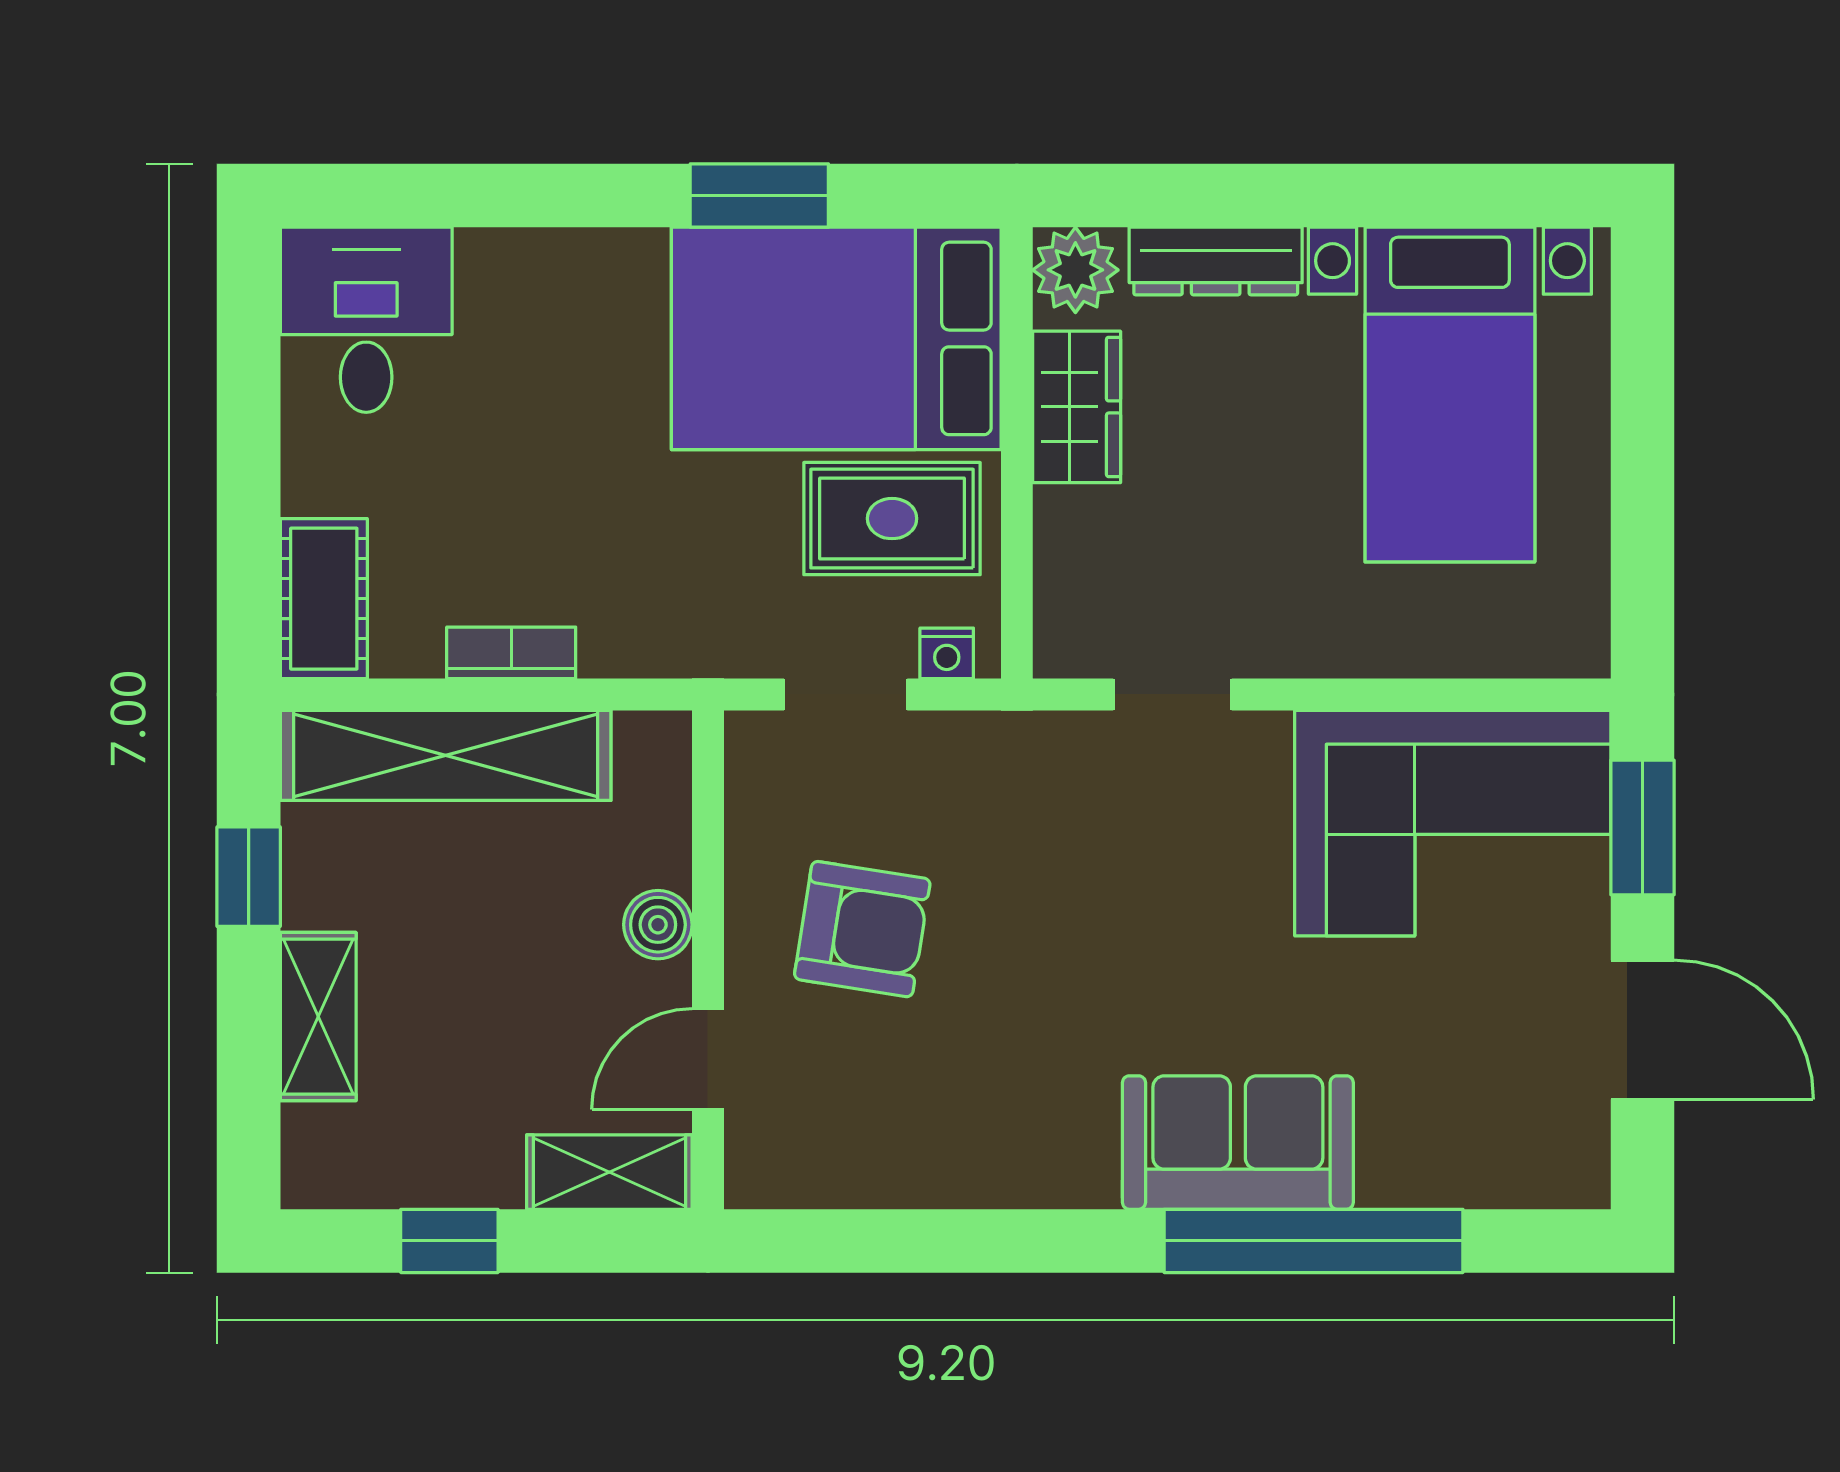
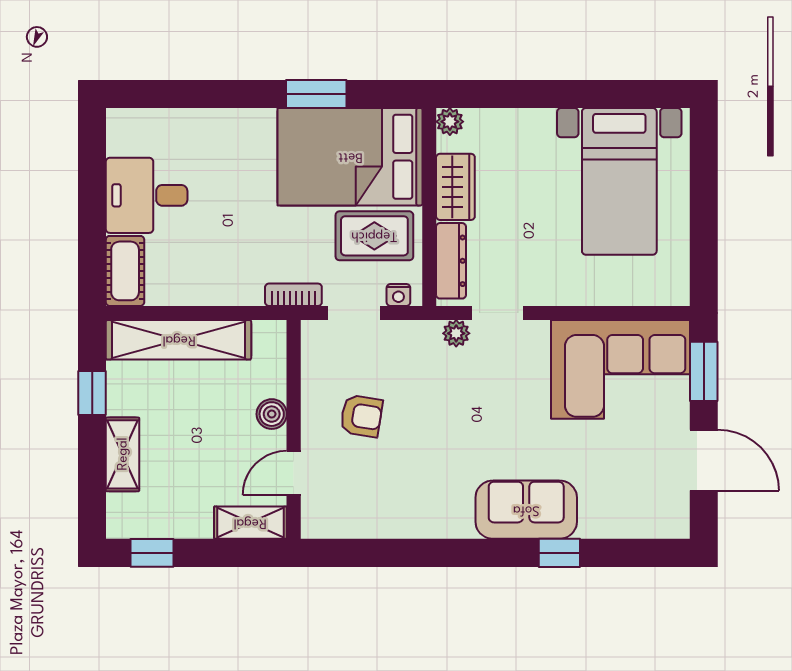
dresser: (1216, 261) -> (451, 261), moved, turned -90
plant: (1075, 270) -> (450, 122), width x0.73, depth x0.73
desk: (366, 320) -> (147, 195), moved, turned -90
bookcase: (511, 653) -> (293, 295), moved
plant: (1078, 741) -> (456, 333), added
armchair: (862, 929) -> (361, 416), width x0.72, depth x0.72
window: (449, 1241) -> (152, 553), moved
window: (1314, 1241) -> (559, 553), width x0.32

